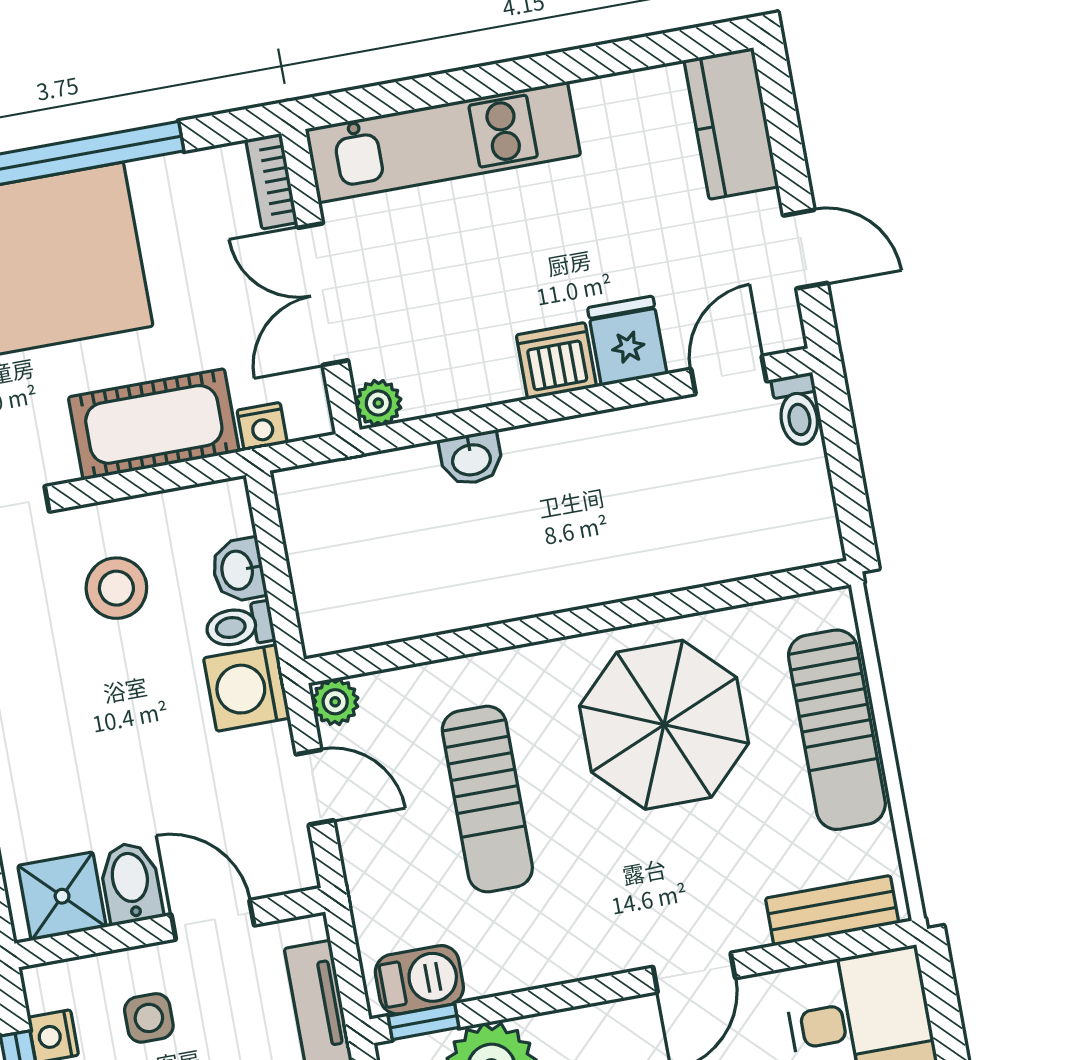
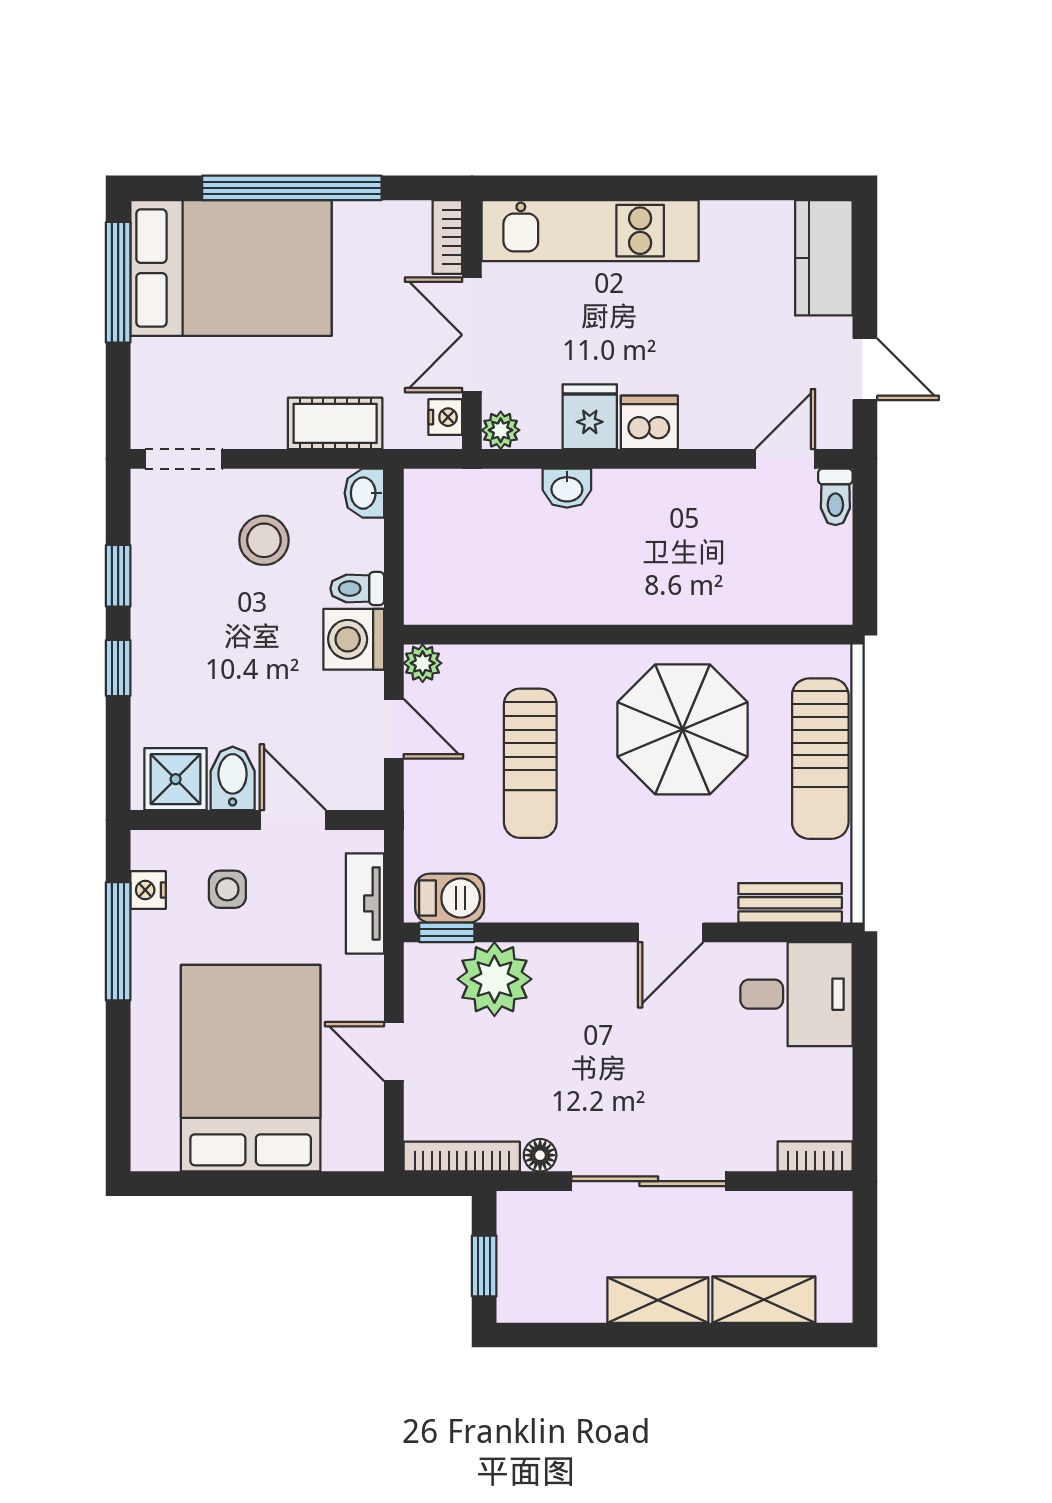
fridge: (627, 341) -> (590, 417), moved
cot: (154, 424) -> (335, 423), width x0.73, depth x0.75
nightstand: (262, 427) -> (445, 417), moved, turned -90
washbasin: (239, 570) -> (364, 493), moved

